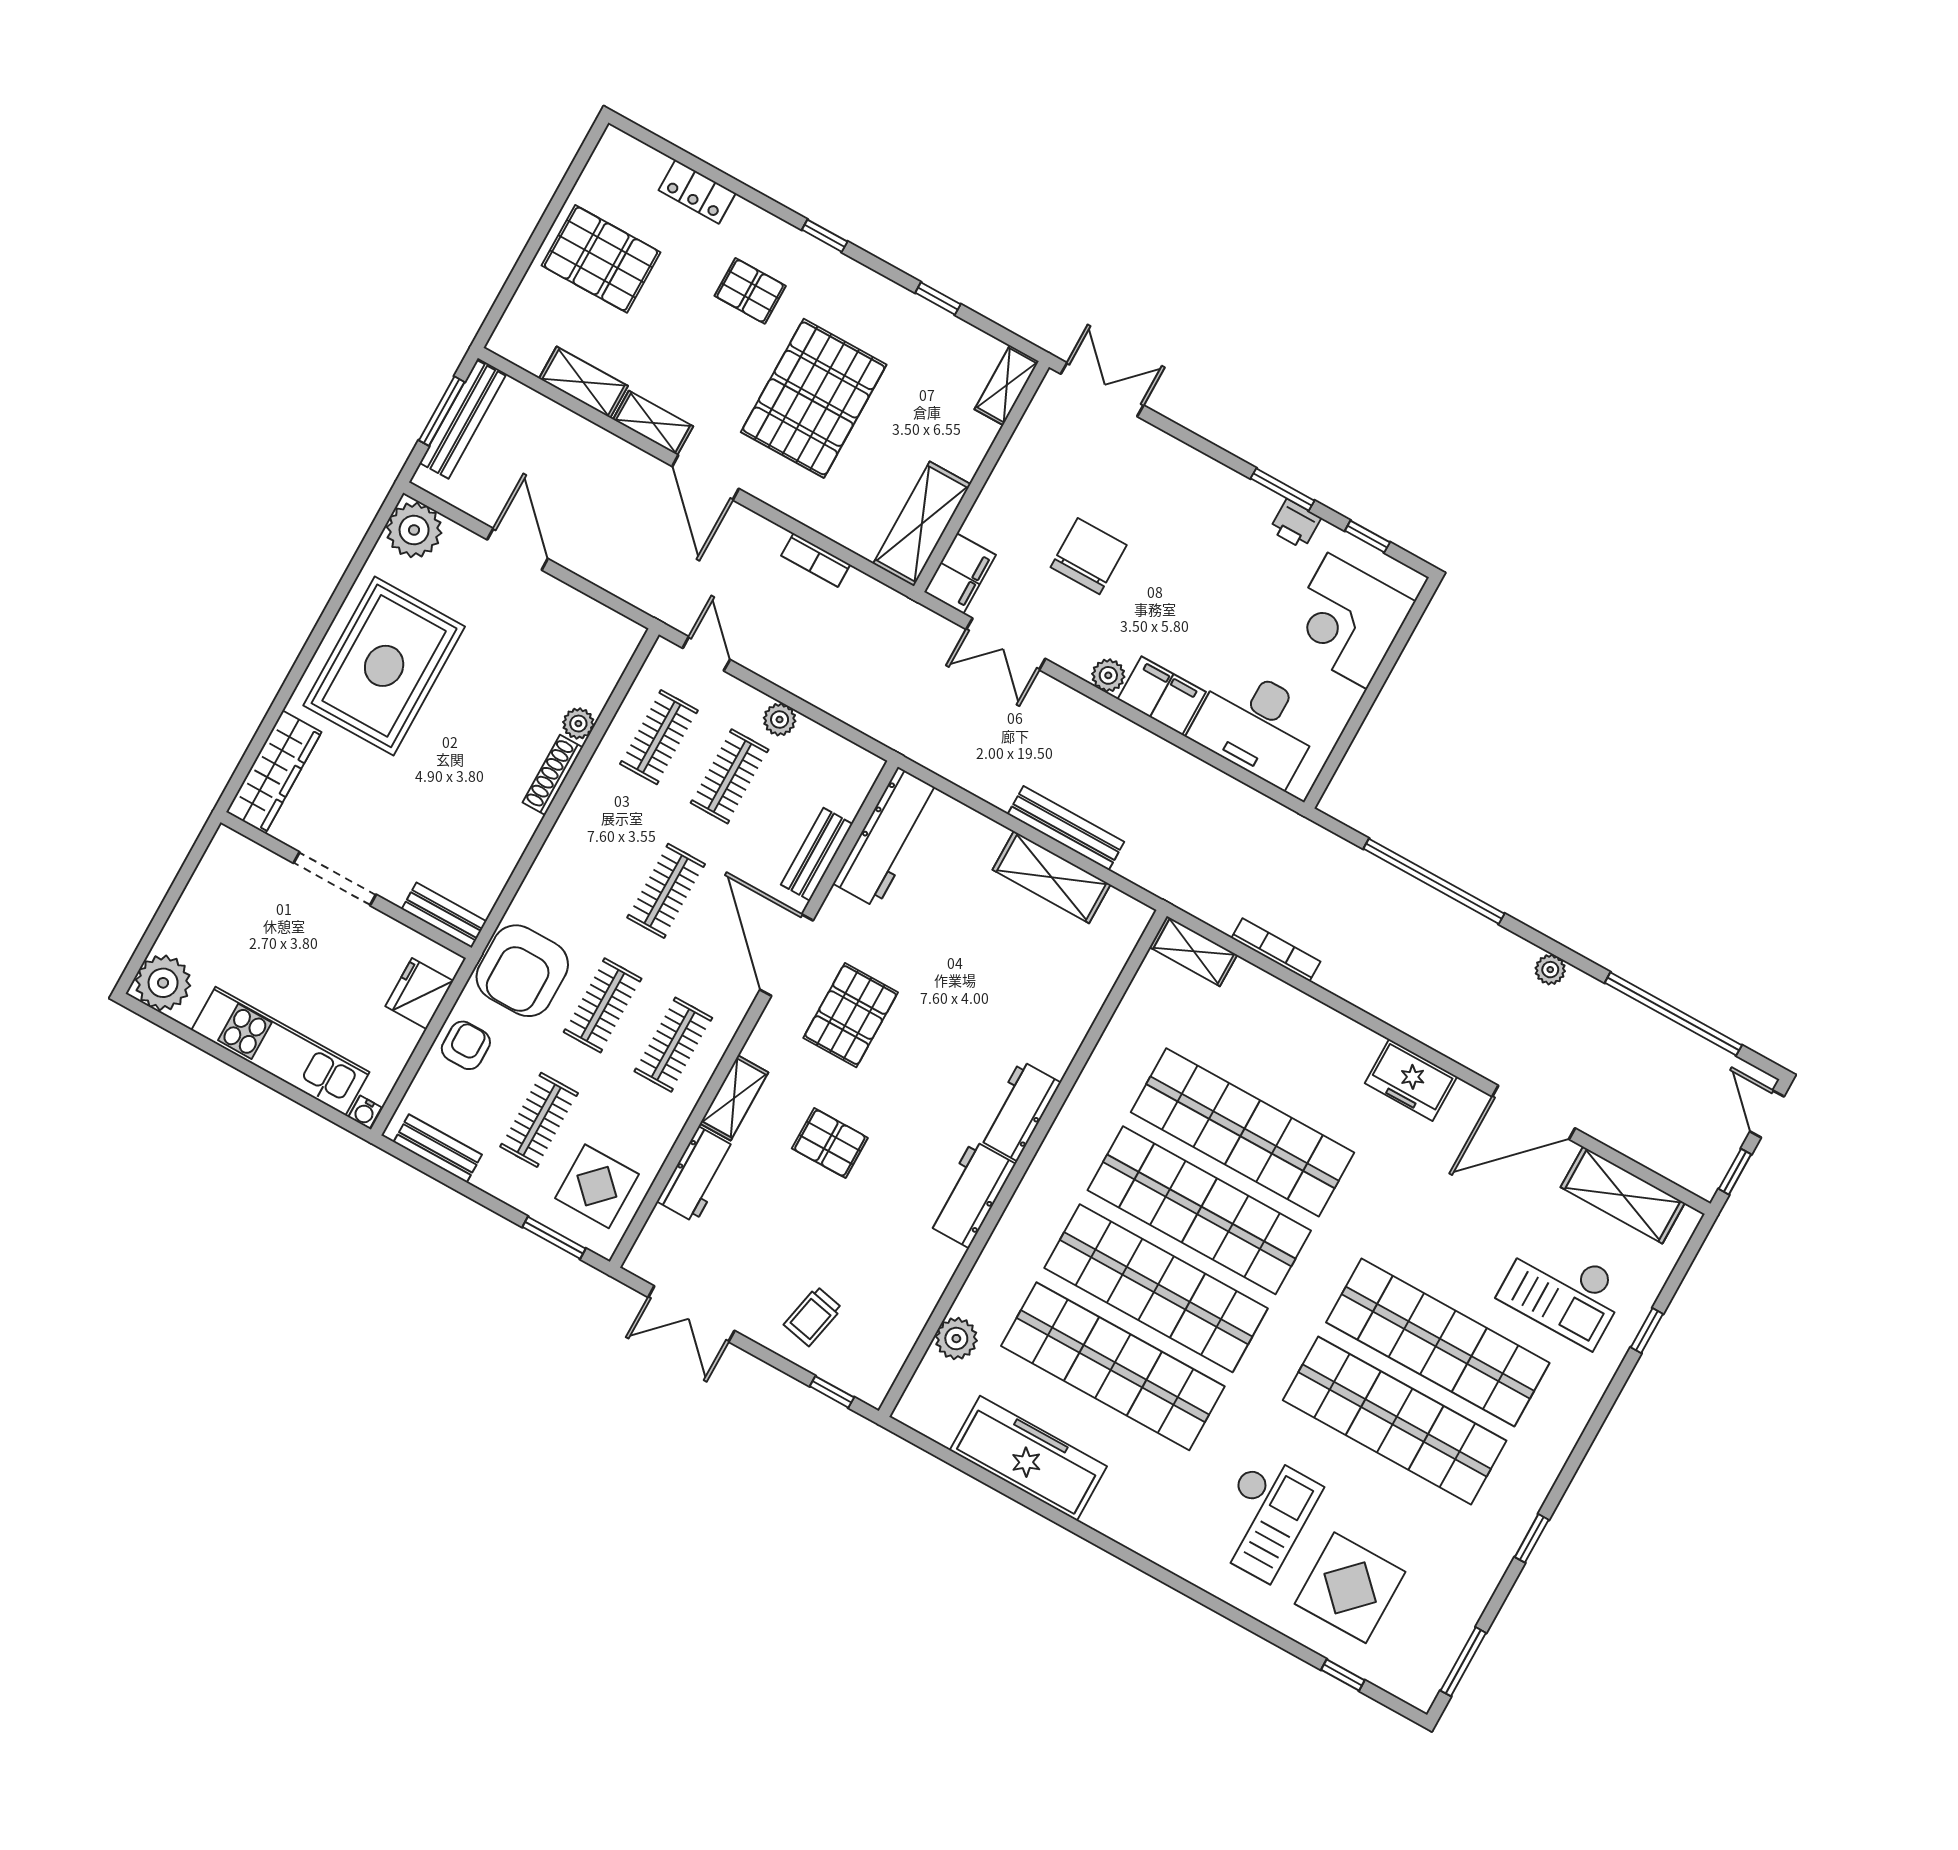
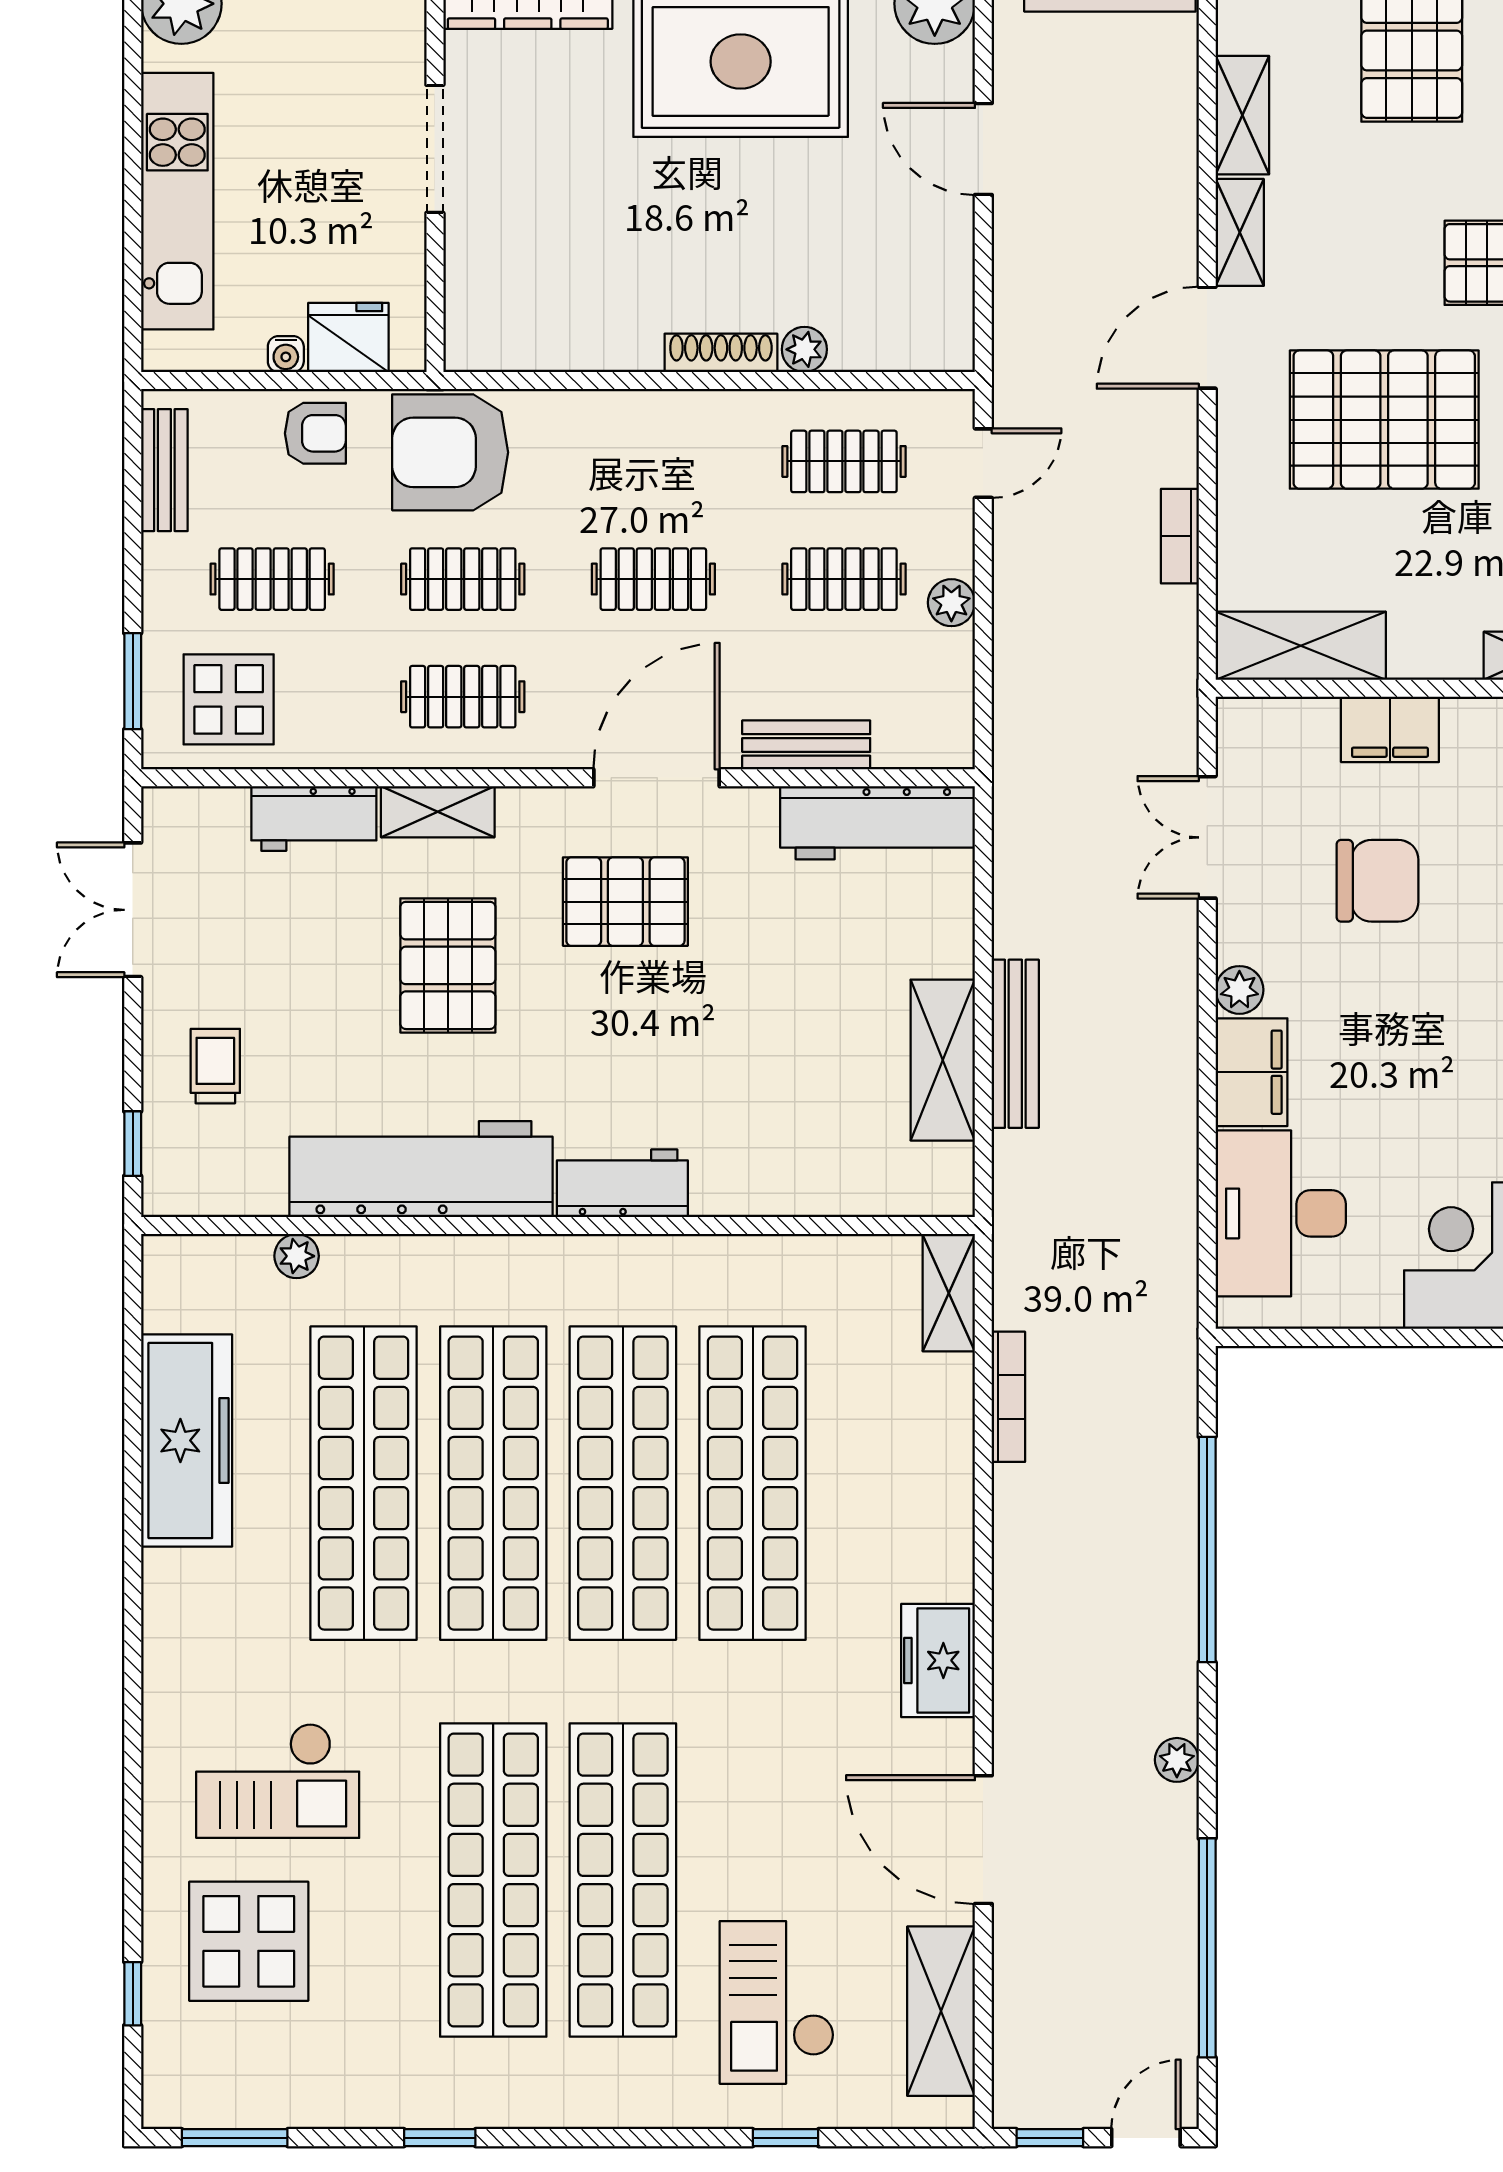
door: (518, 549) -> (983, 149), swing flipped
filing cabinet: (960, 573) -> (1390, 729), moved
bench: (444, 915) -> (466, 314), removed
water cooler: (365, 1112) -> (286, 354), moved, turned -90
pallet: (830, 1143) -> (448, 965), width x1.50, depth x1.42
workbench: (971, 1194) -> (421, 1169), width x1.88, depth x1.32
trolley: (813, 1316) -> (215, 1066), turned 78
plant: (956, 1339) -> (297, 1256), width x0.73, depth x0.73

